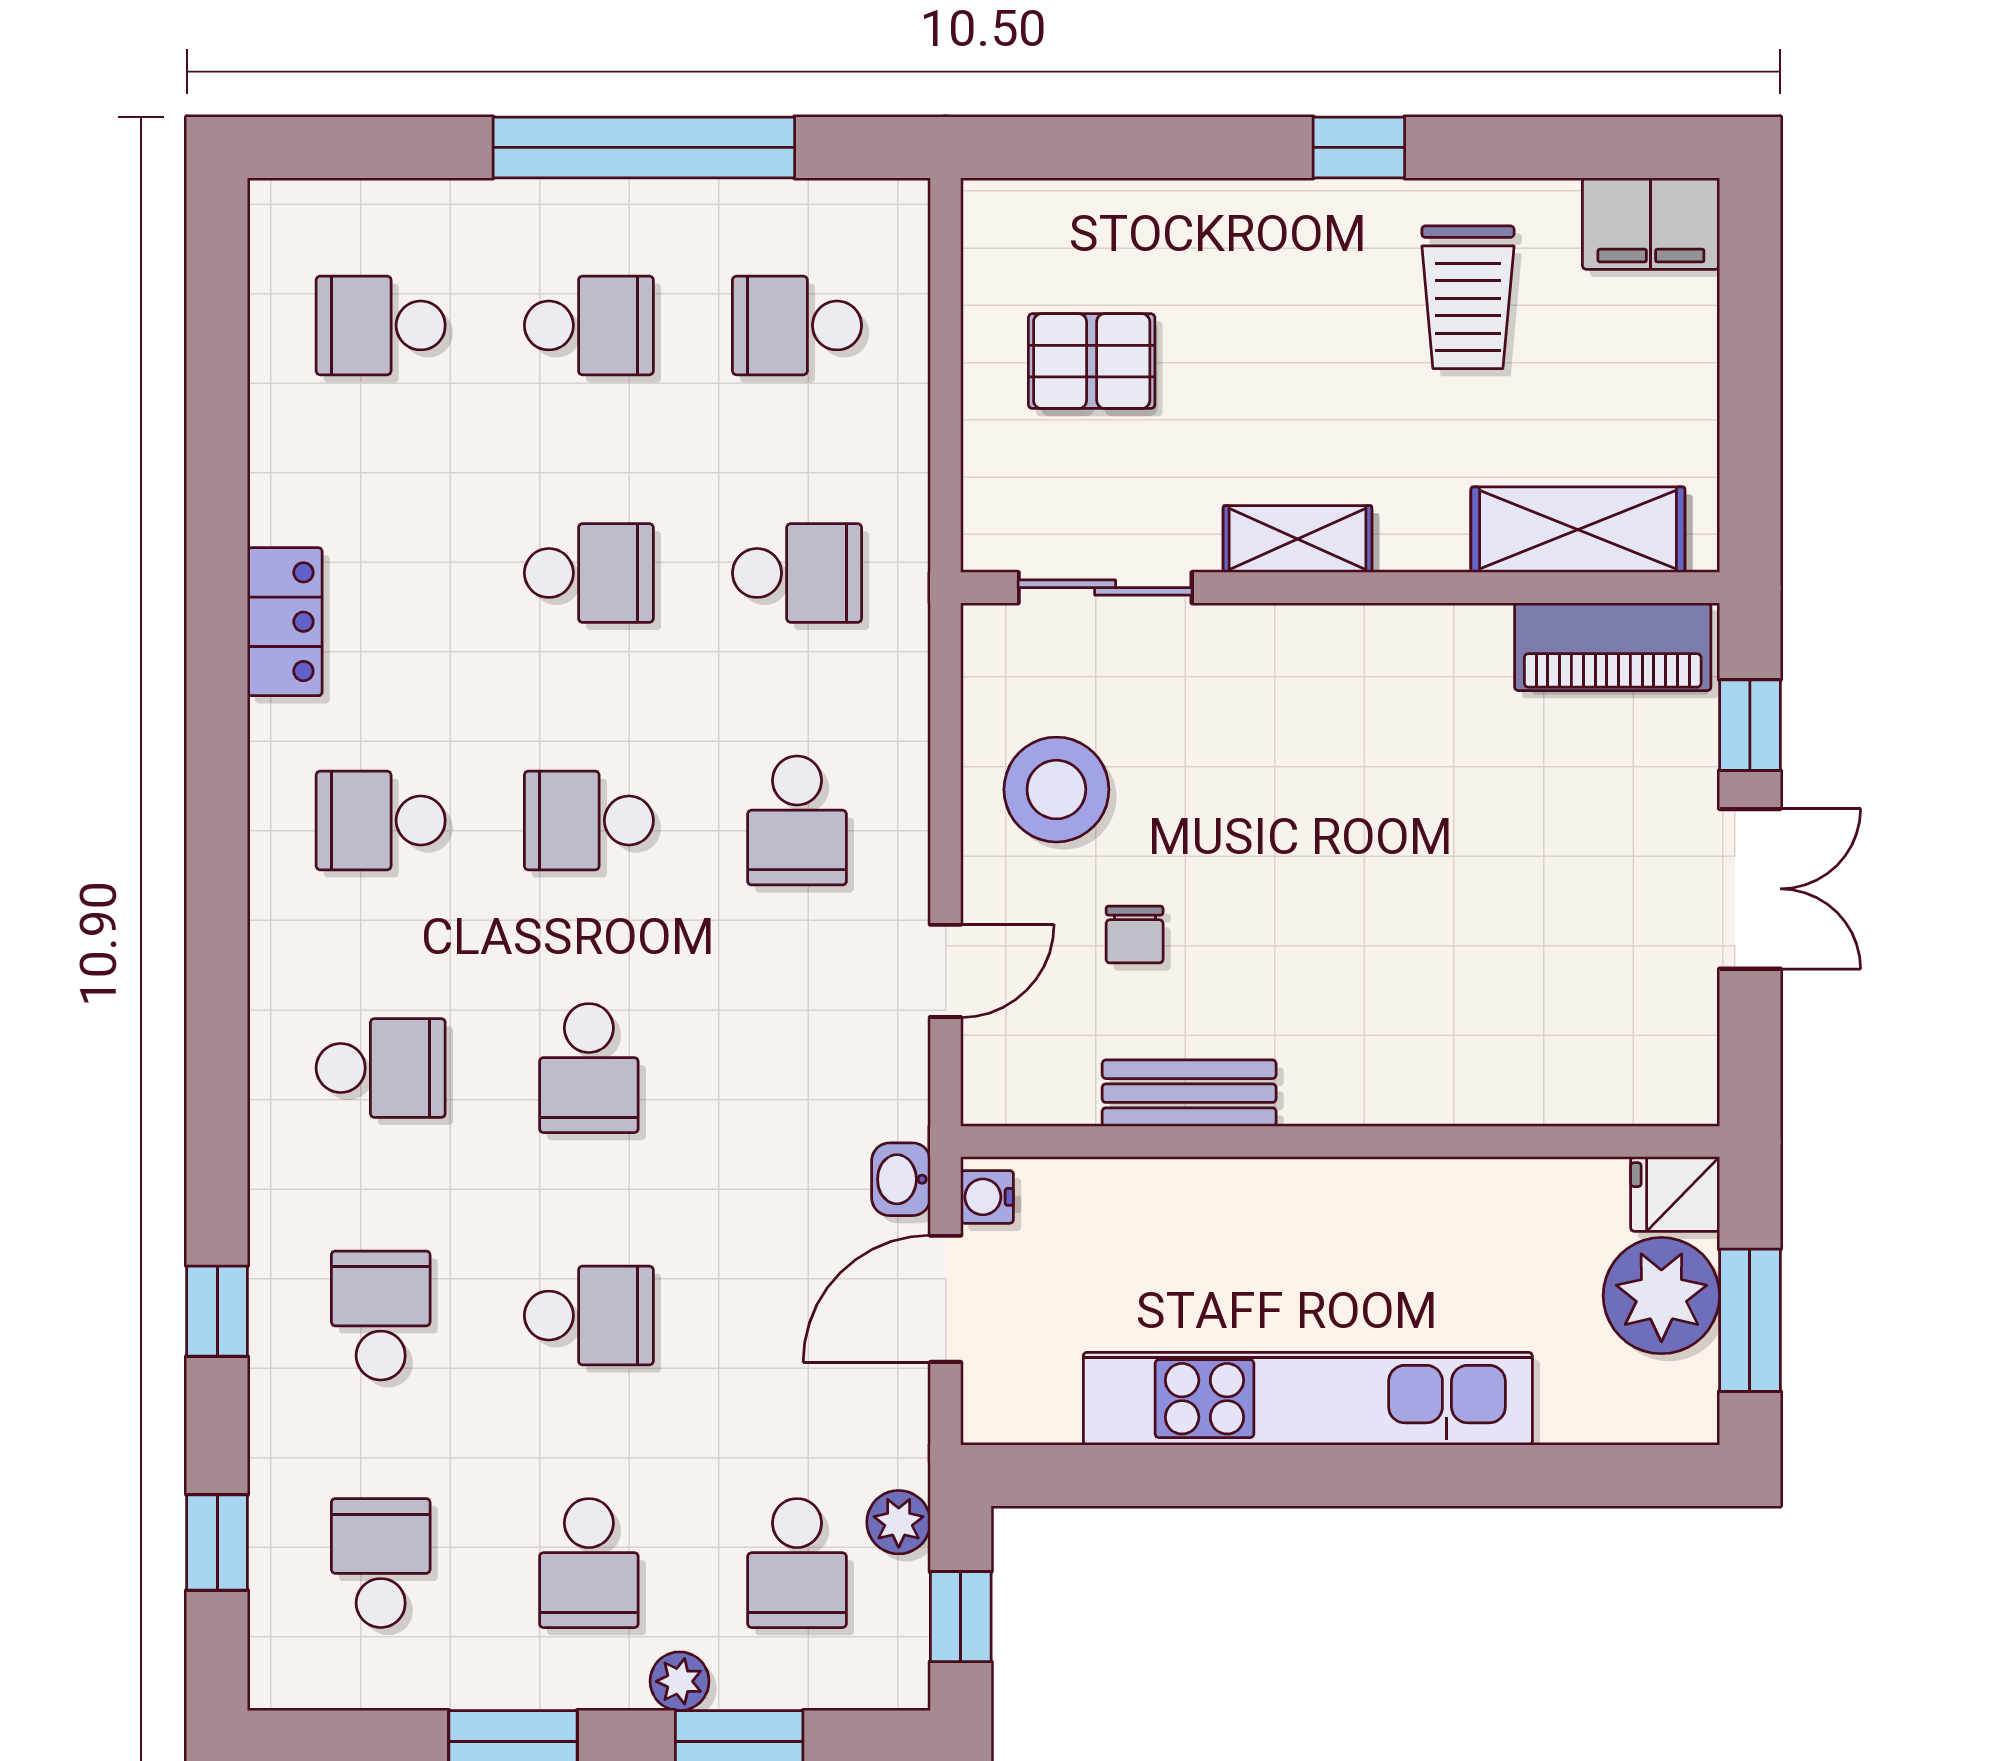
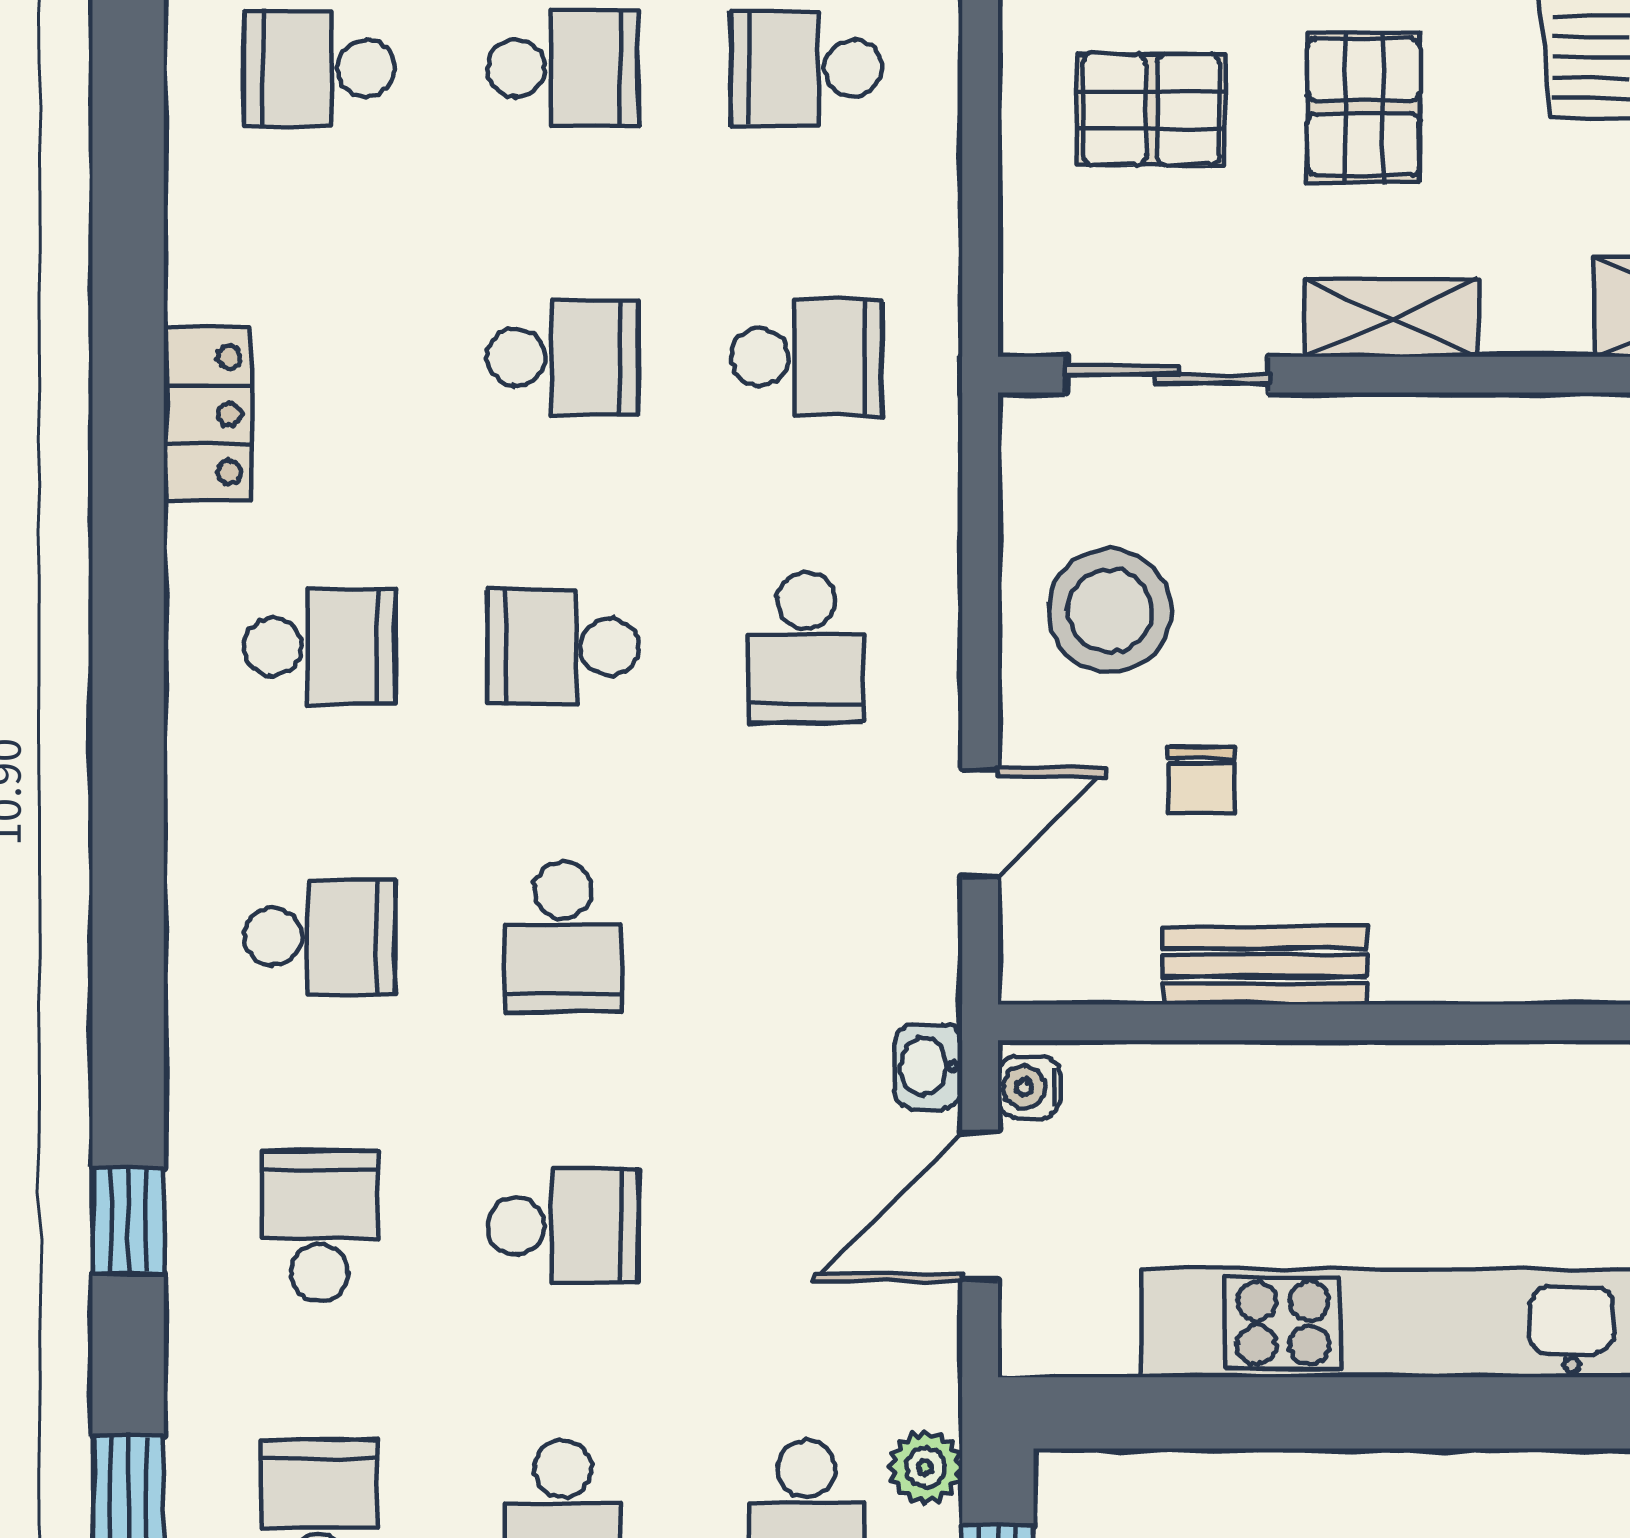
pallet: (1273, 359) -> (1364, 107), added
school desk: (381, 820) -> (320, 647), turned 180

